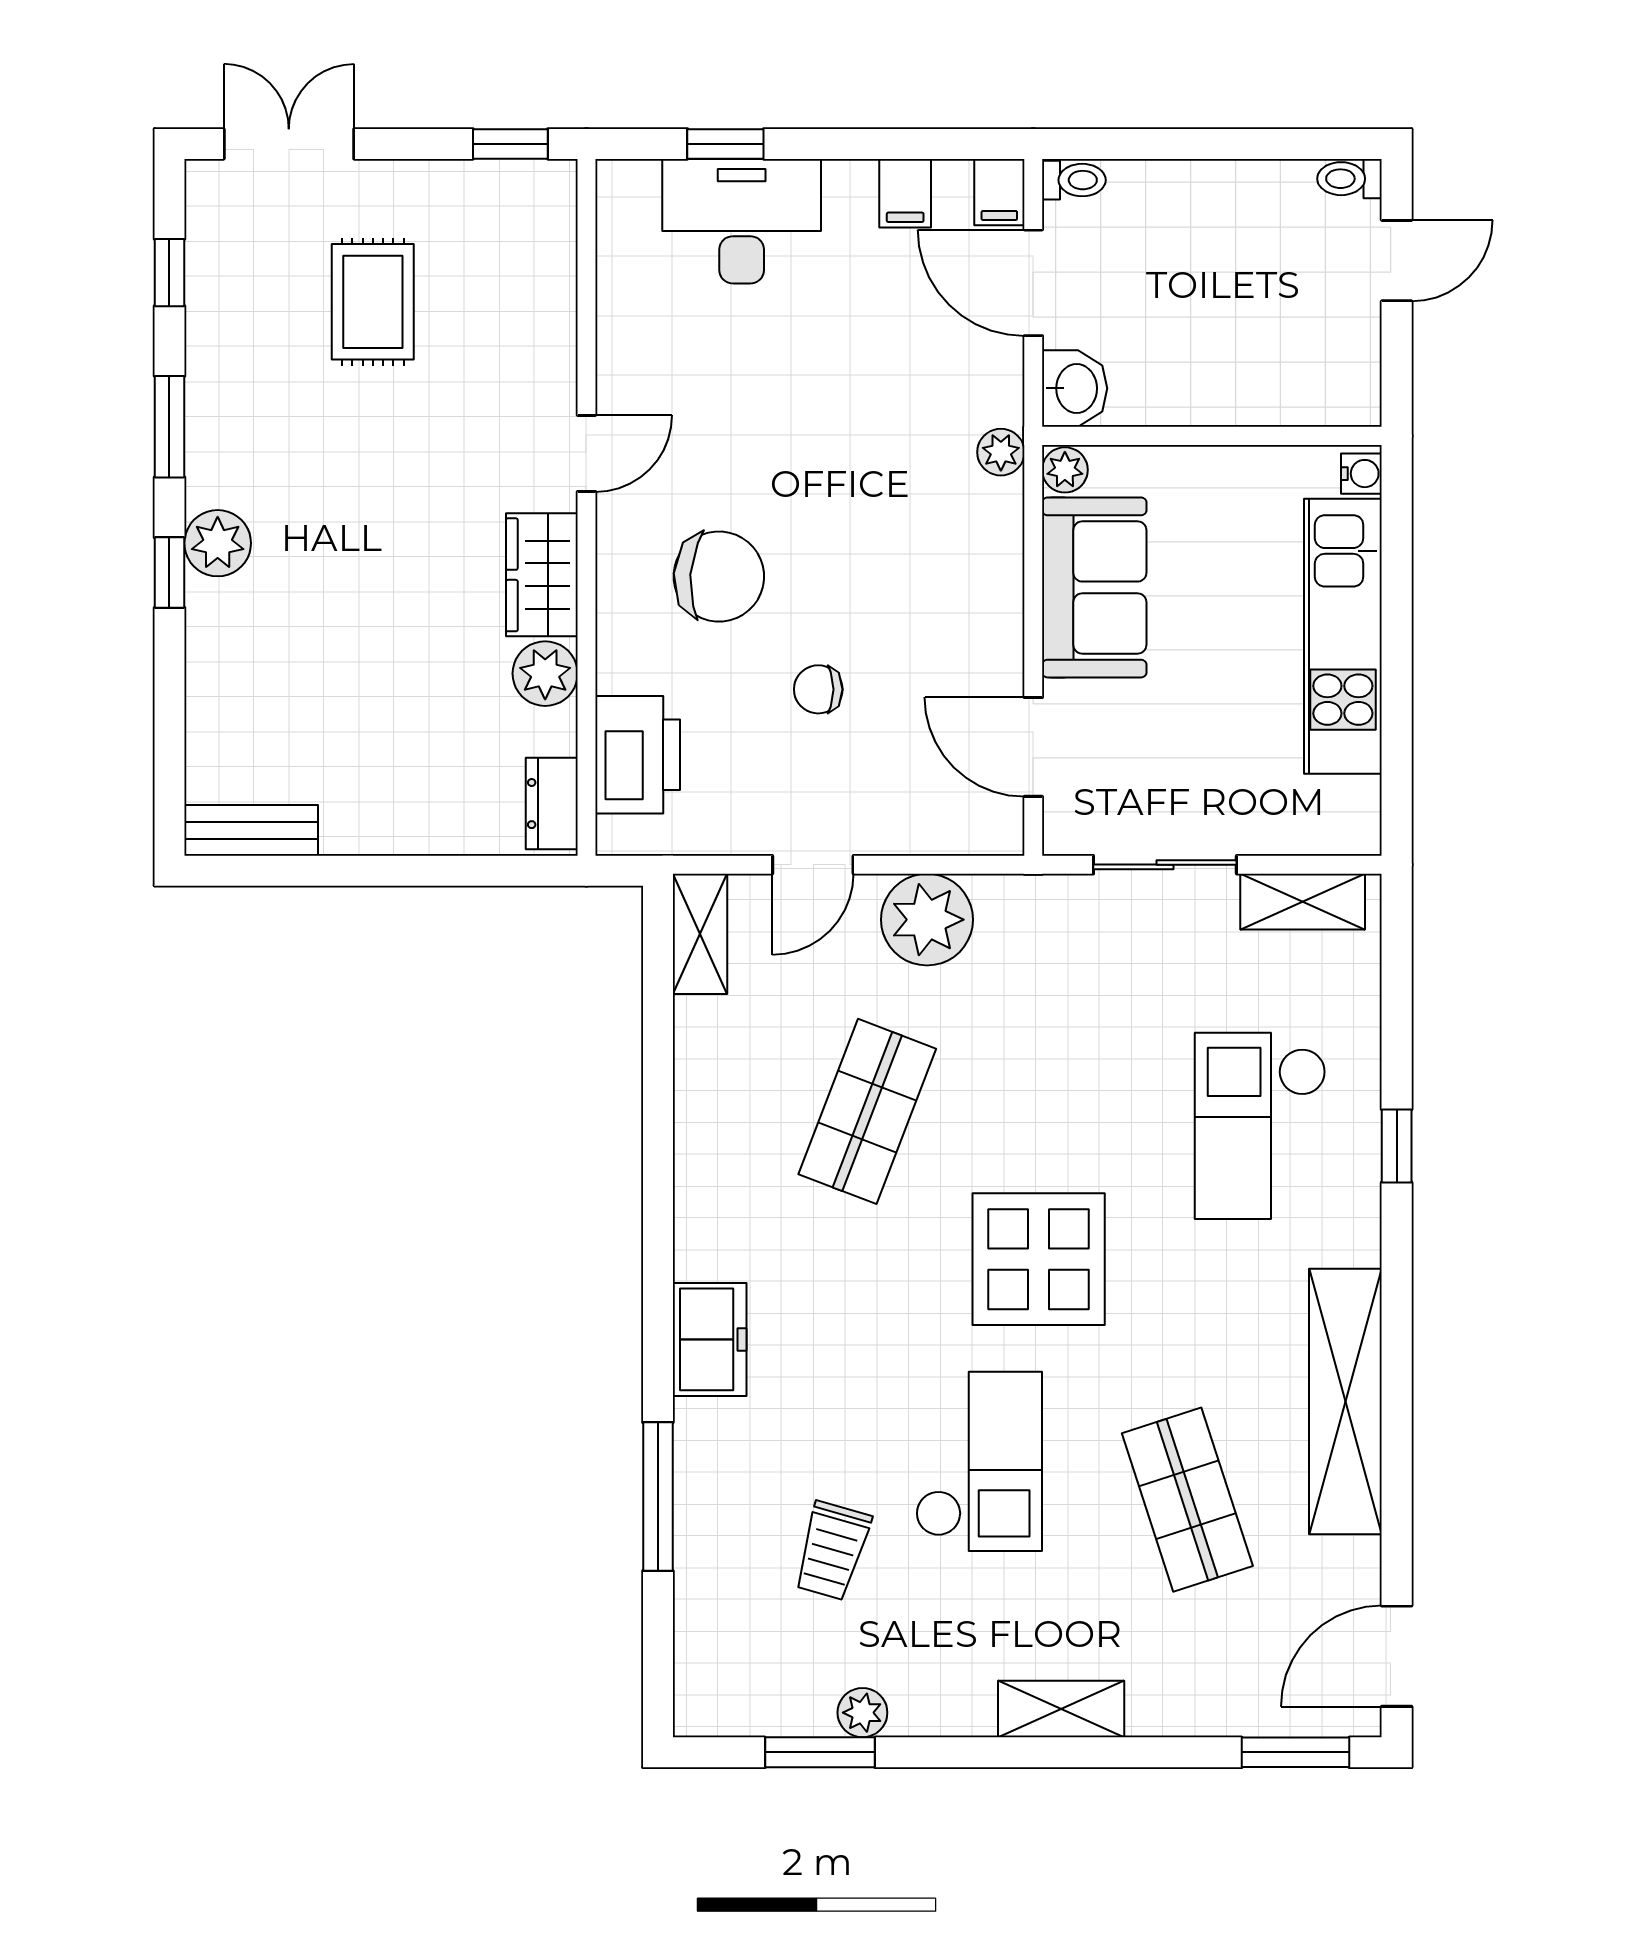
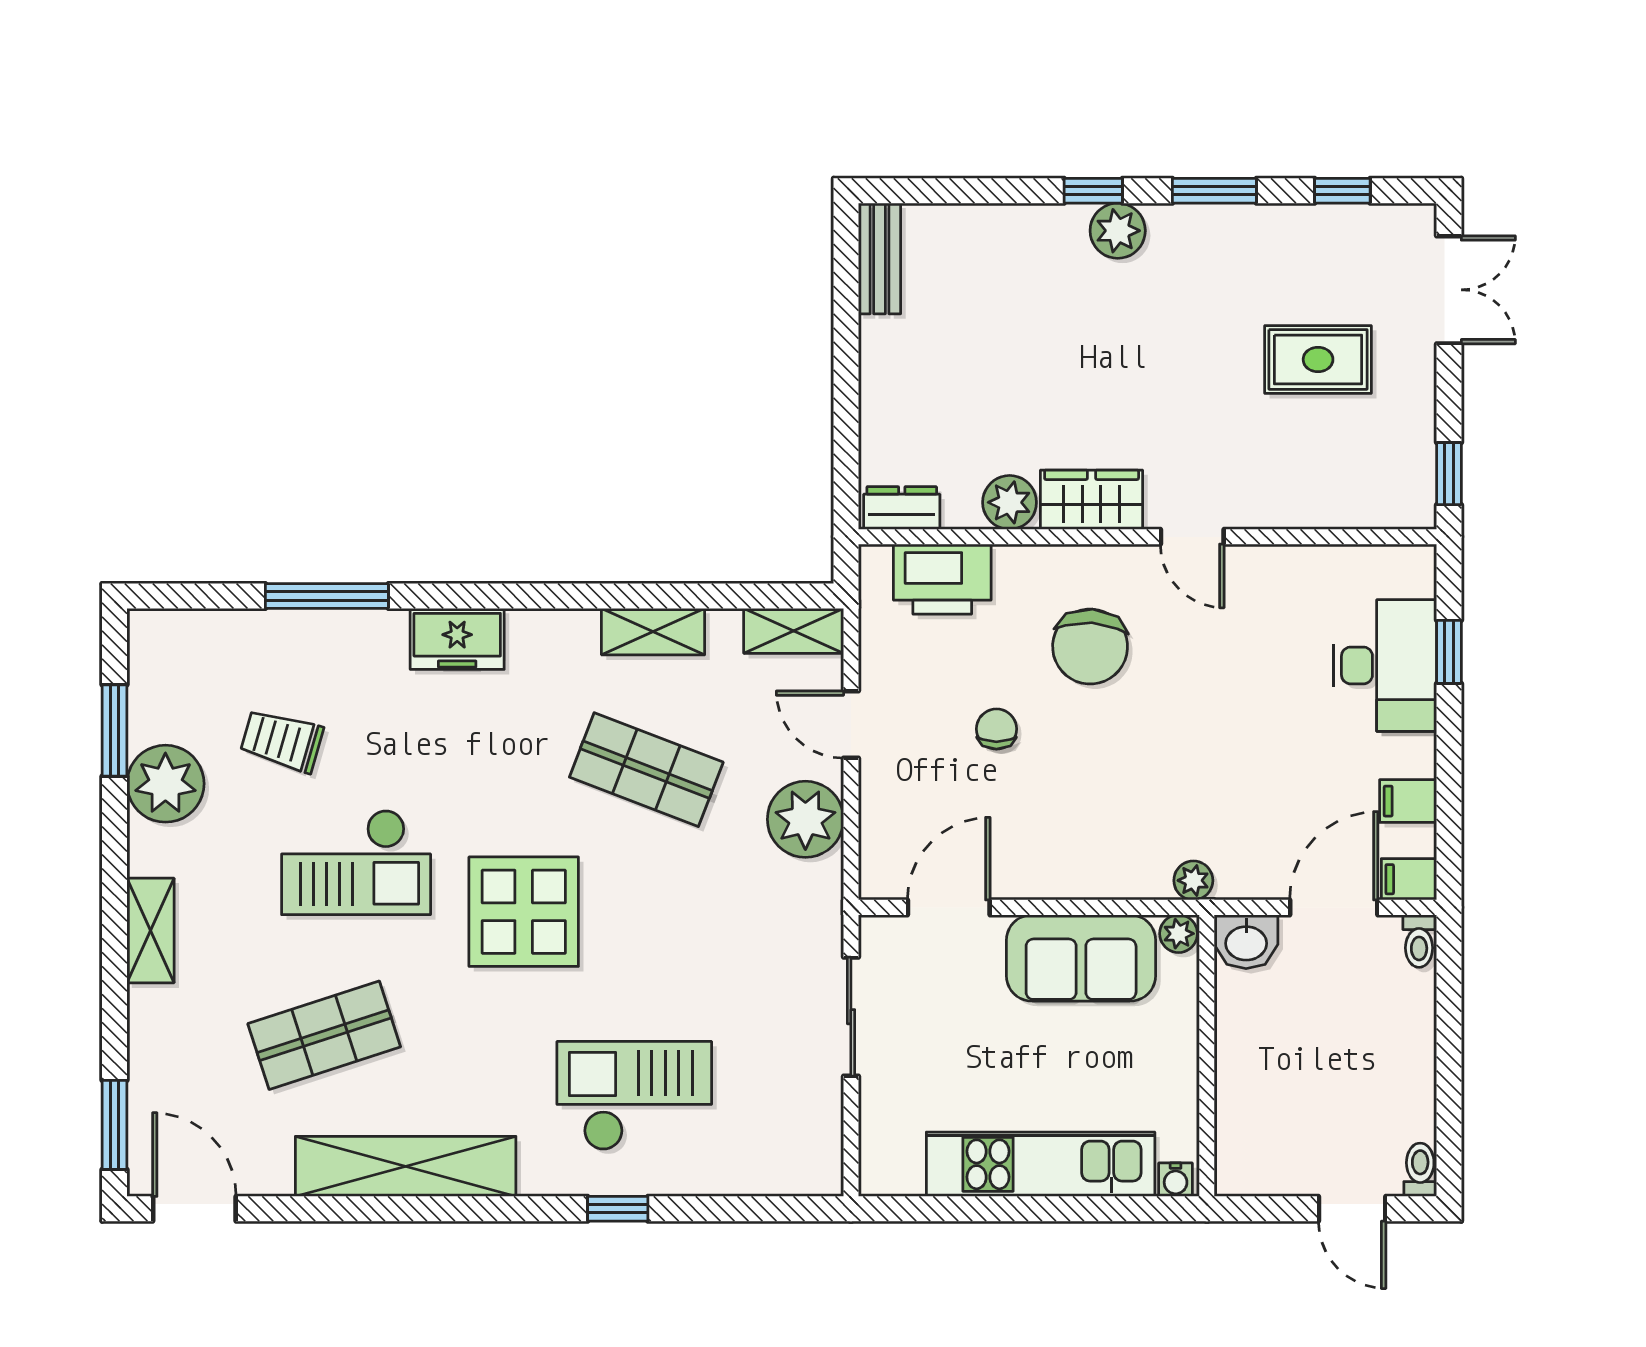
shelving: (1303, 902) -> (653, 632), moved, turned 90
plant: (862, 1713) -> (165, 784), width x1.88, depth x1.88

